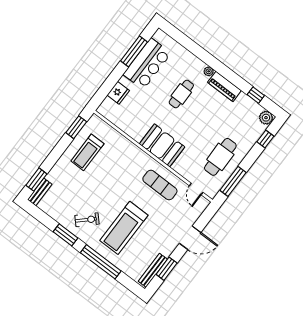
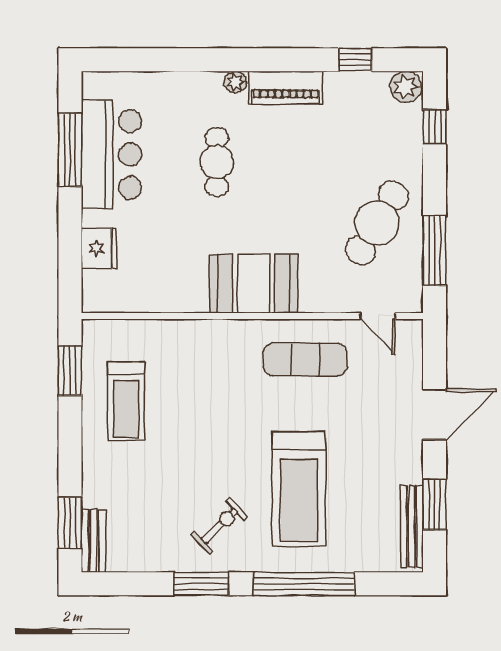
cafe table: (220, 157) -> (377, 223), turned 32

